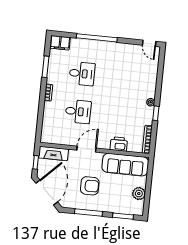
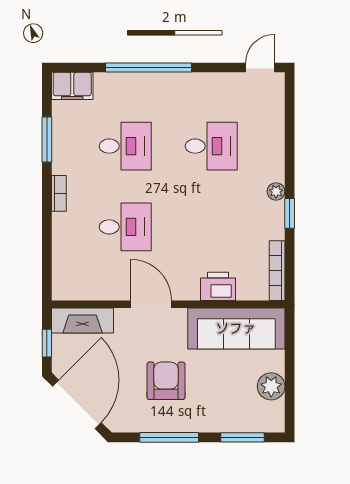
door: (149, 43) -> (260, 68), swing flipped
desk: (122, 78) -> (211, 146), added
door: (86, 149) -> (151, 304), hinge flipped
armchair: (90, 186) -> (166, 381), turned -90

